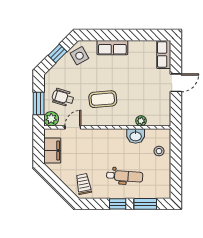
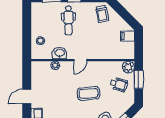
coffee table: (103, 99) -> (88, 93), moved
door: (73, 127) -> (80, 60), moved
filing cabinet: (52, 150) -> (128, 36), width x0.50
dental chair: (125, 176) -> (68, 20), turned -94

